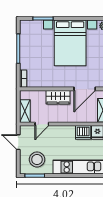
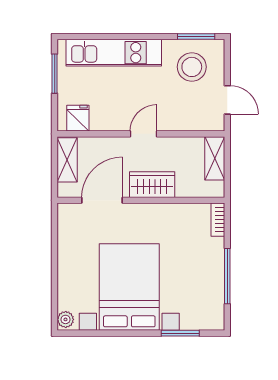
door: (42, 124) -> (144, 134), moved
dishwasher: (83, 132) -> (105, 118), removed

